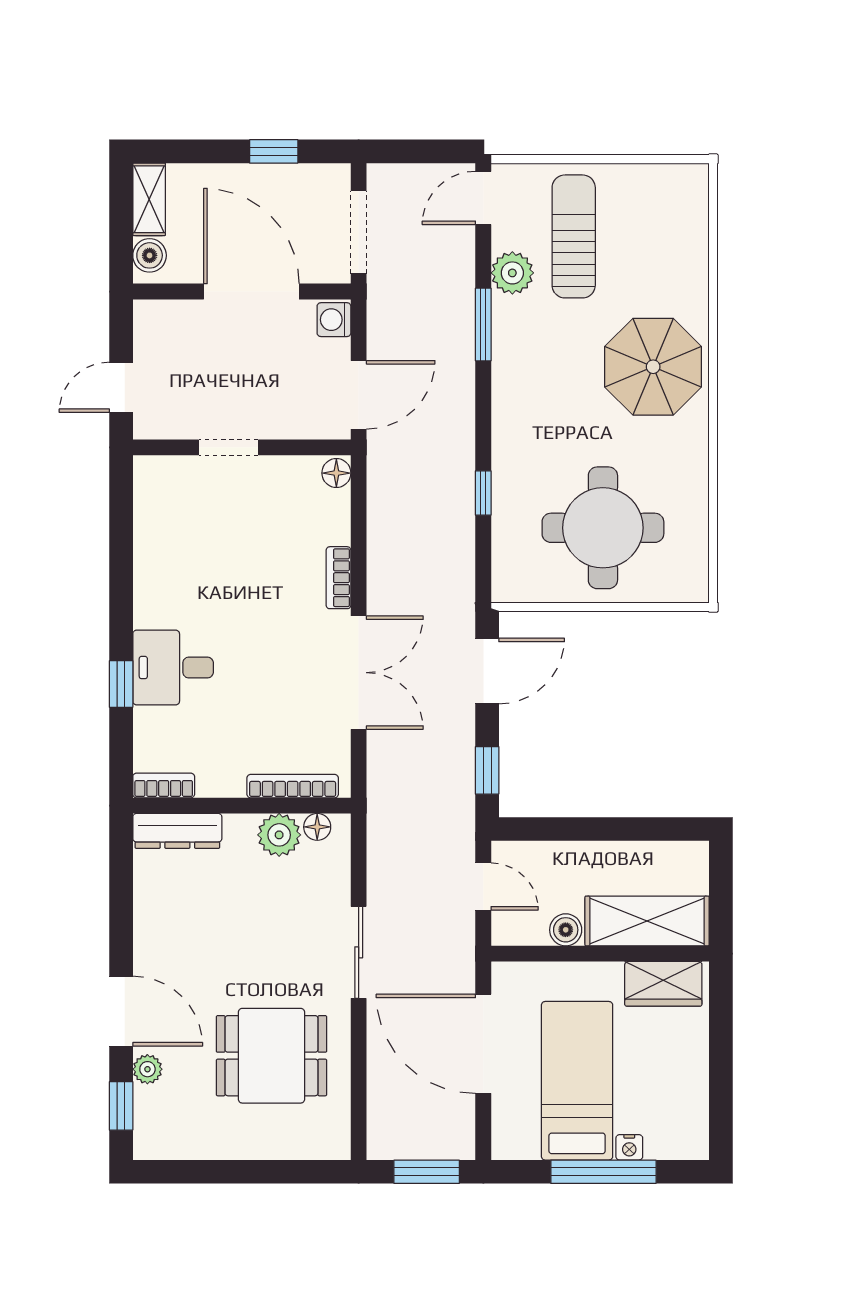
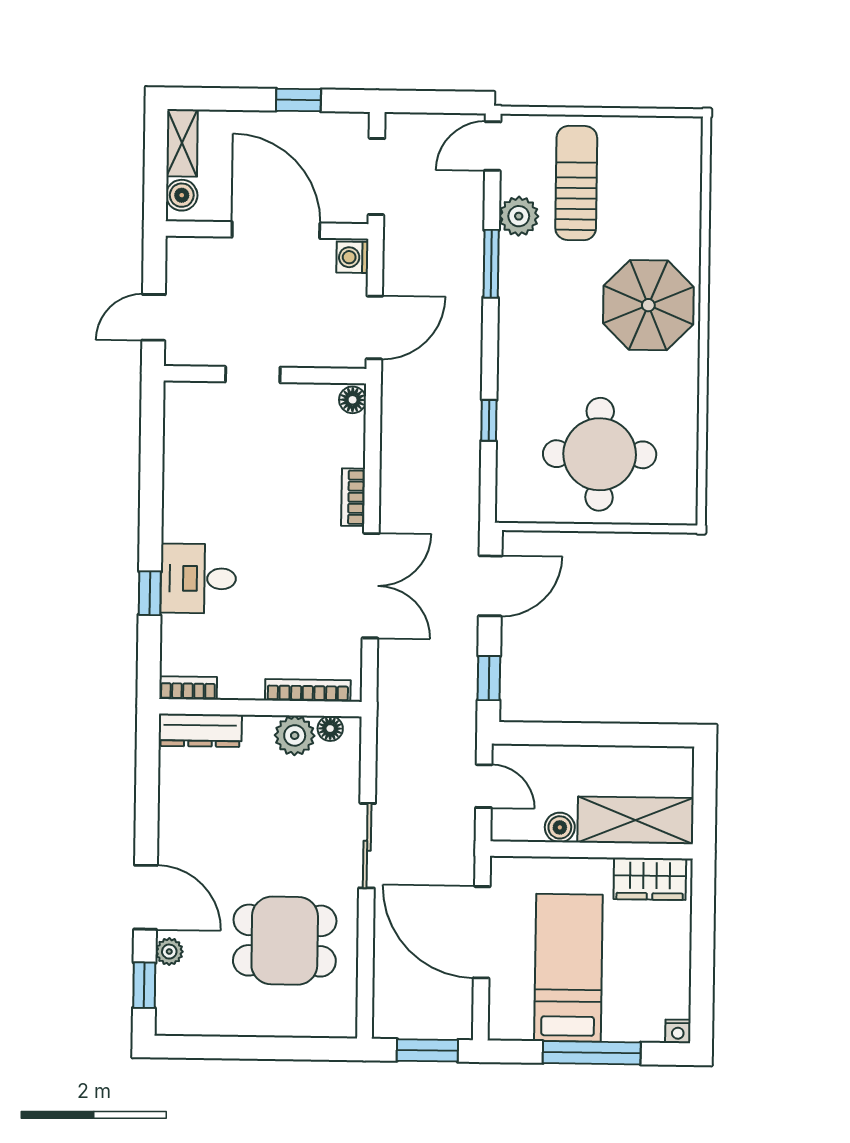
nightstand: (629, 1147) -> (678, 1031), moved

